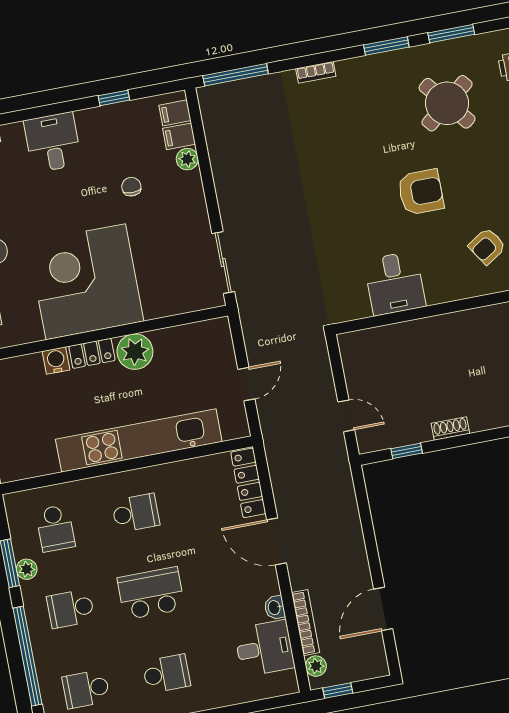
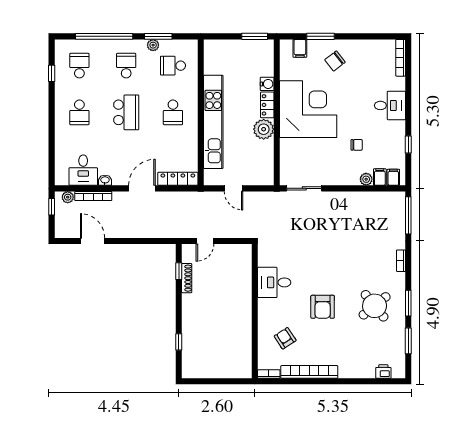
round table: (447, 103) -> (375, 306), moved
shoe rack: (450, 428) -> (187, 278), moved, width x1.43

